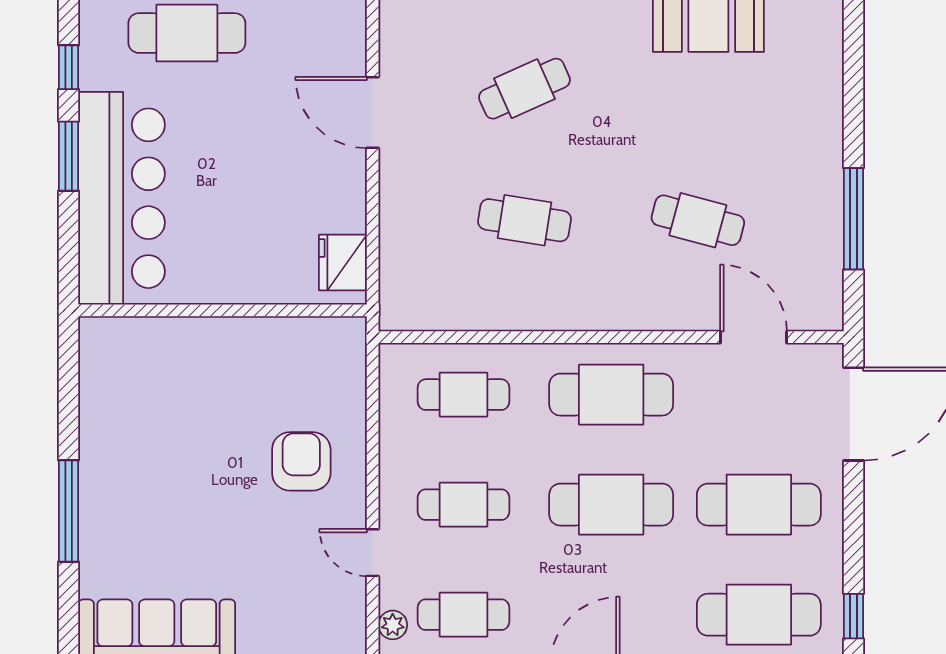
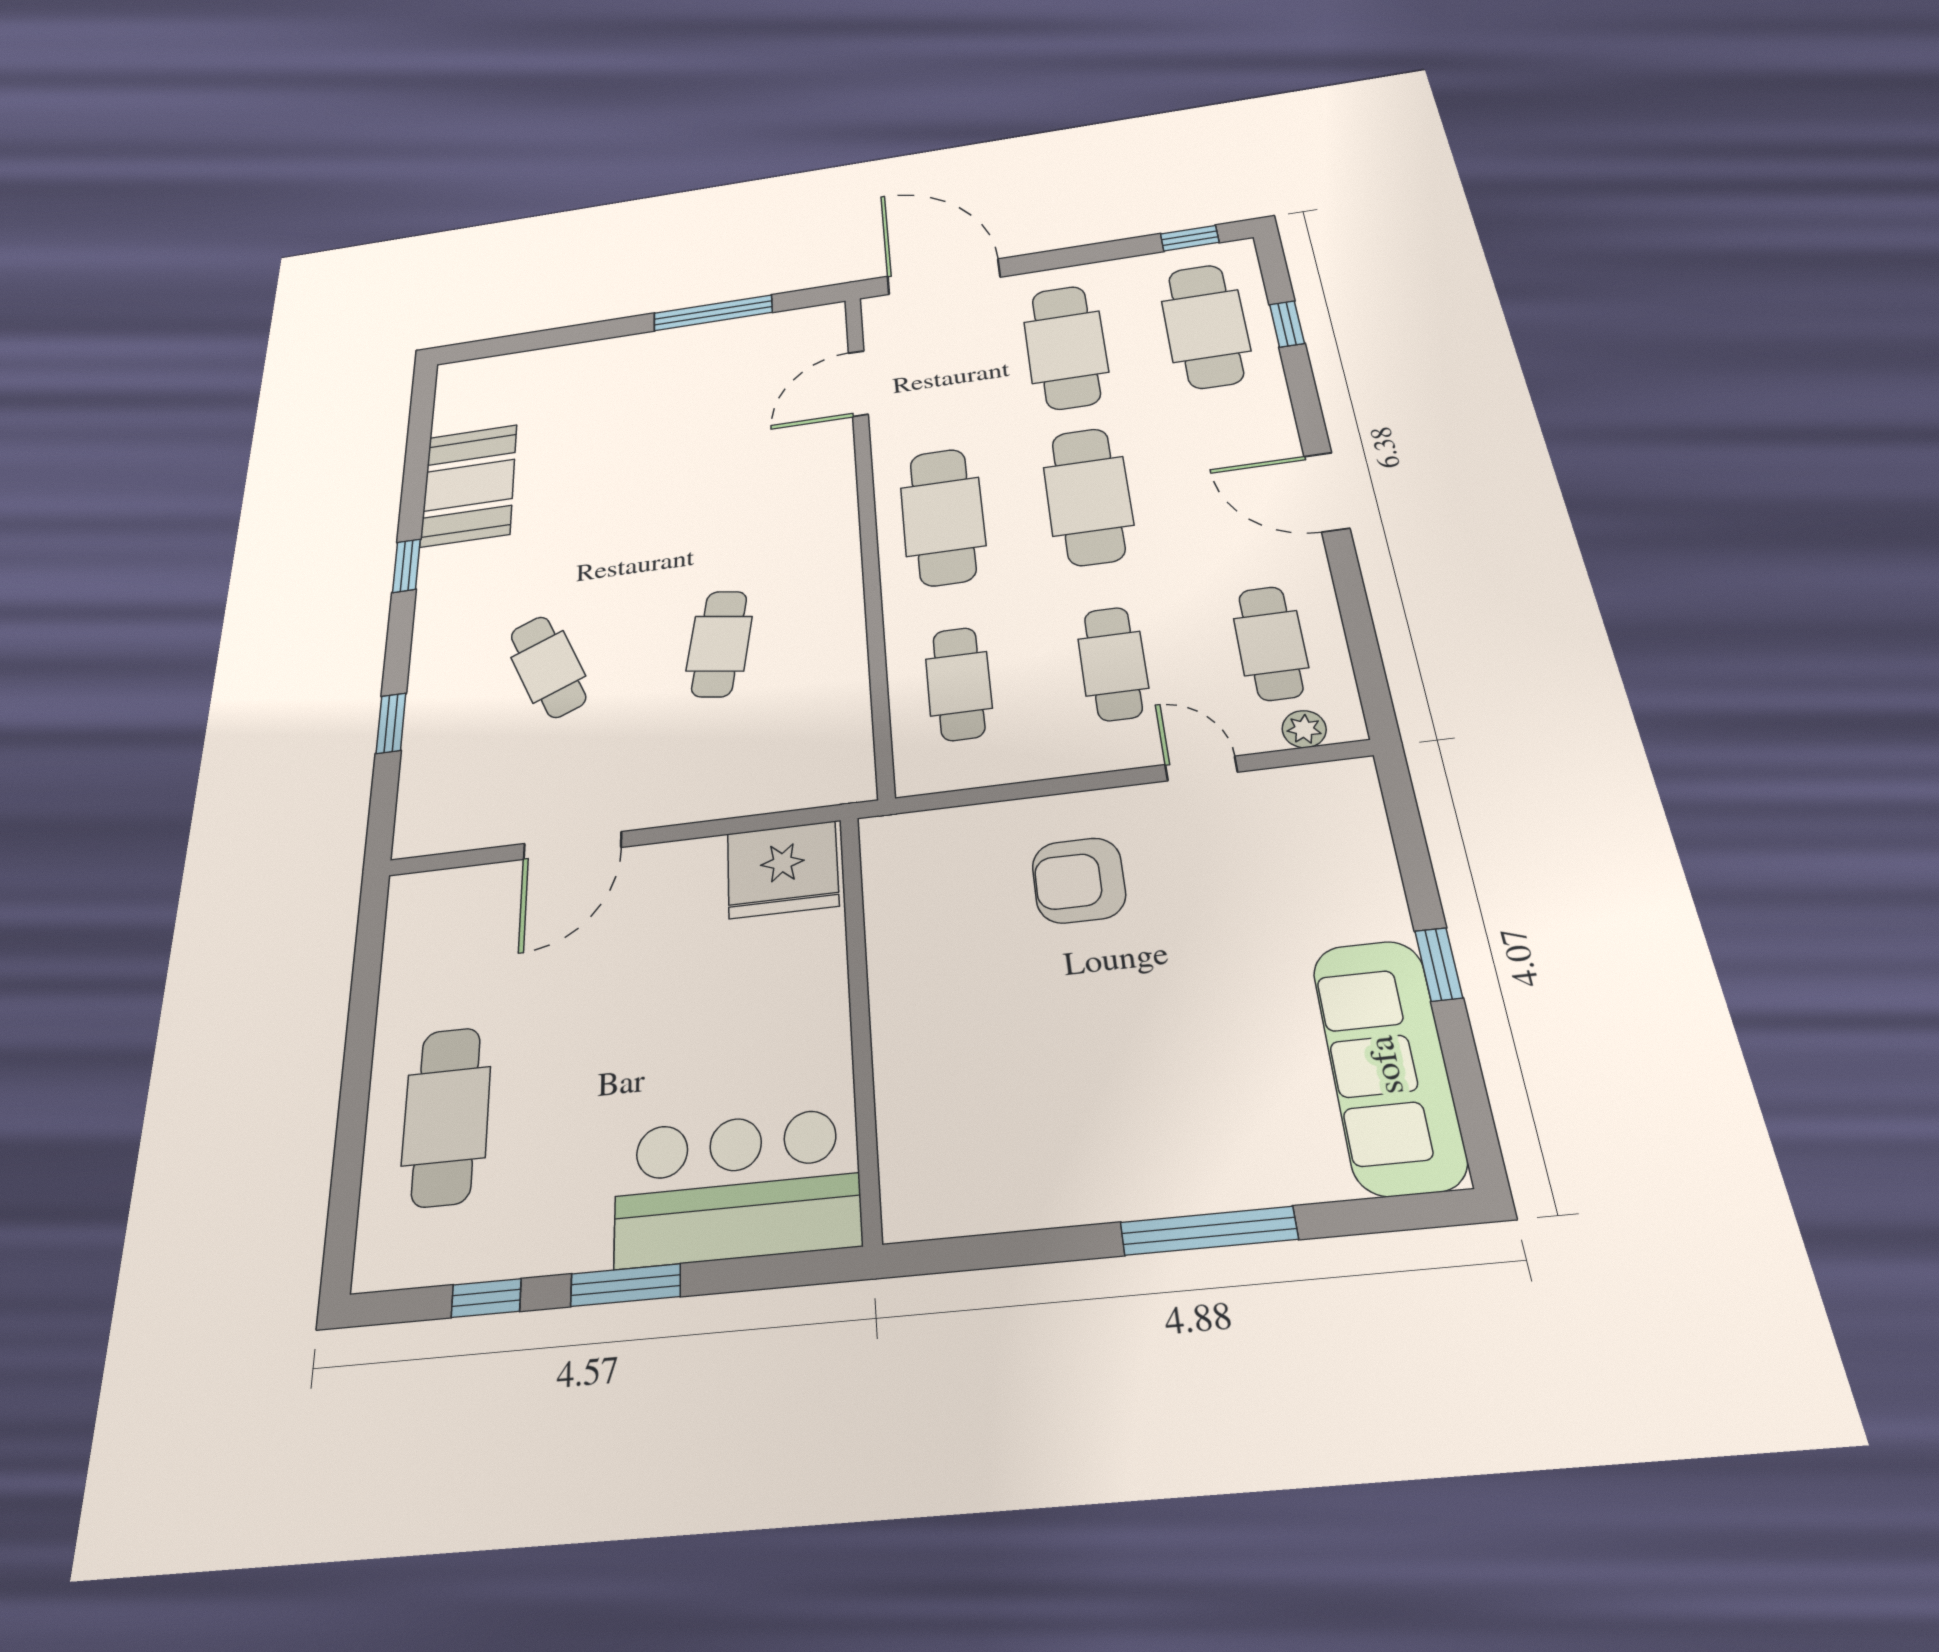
bar counter: (122, 198) -> (736, 1187), width x0.73
cafe table: (698, 220) -> (717, 459), removed
fridge: (343, 262) -> (783, 870), width x1.36, depth x1.34
door: (373, 553) -> (1201, 768), swing flipped

